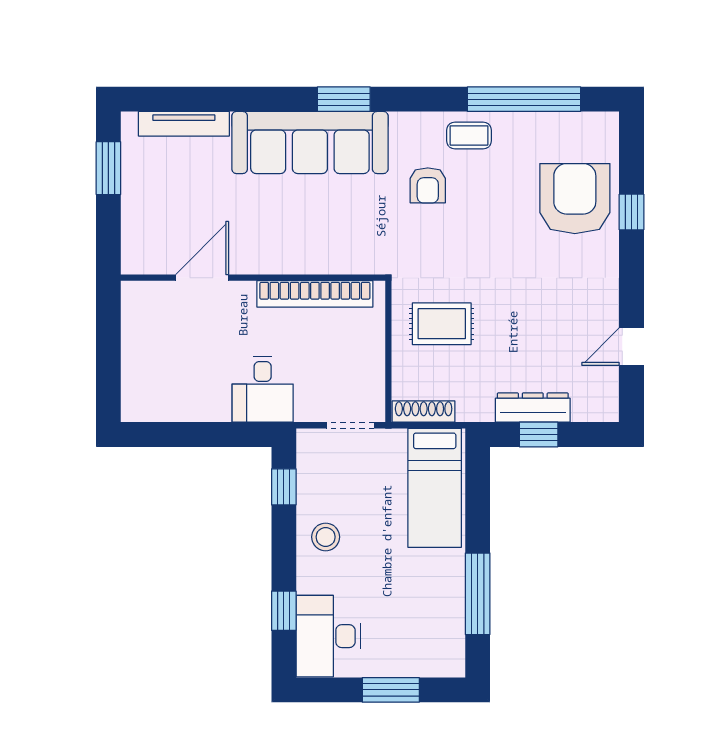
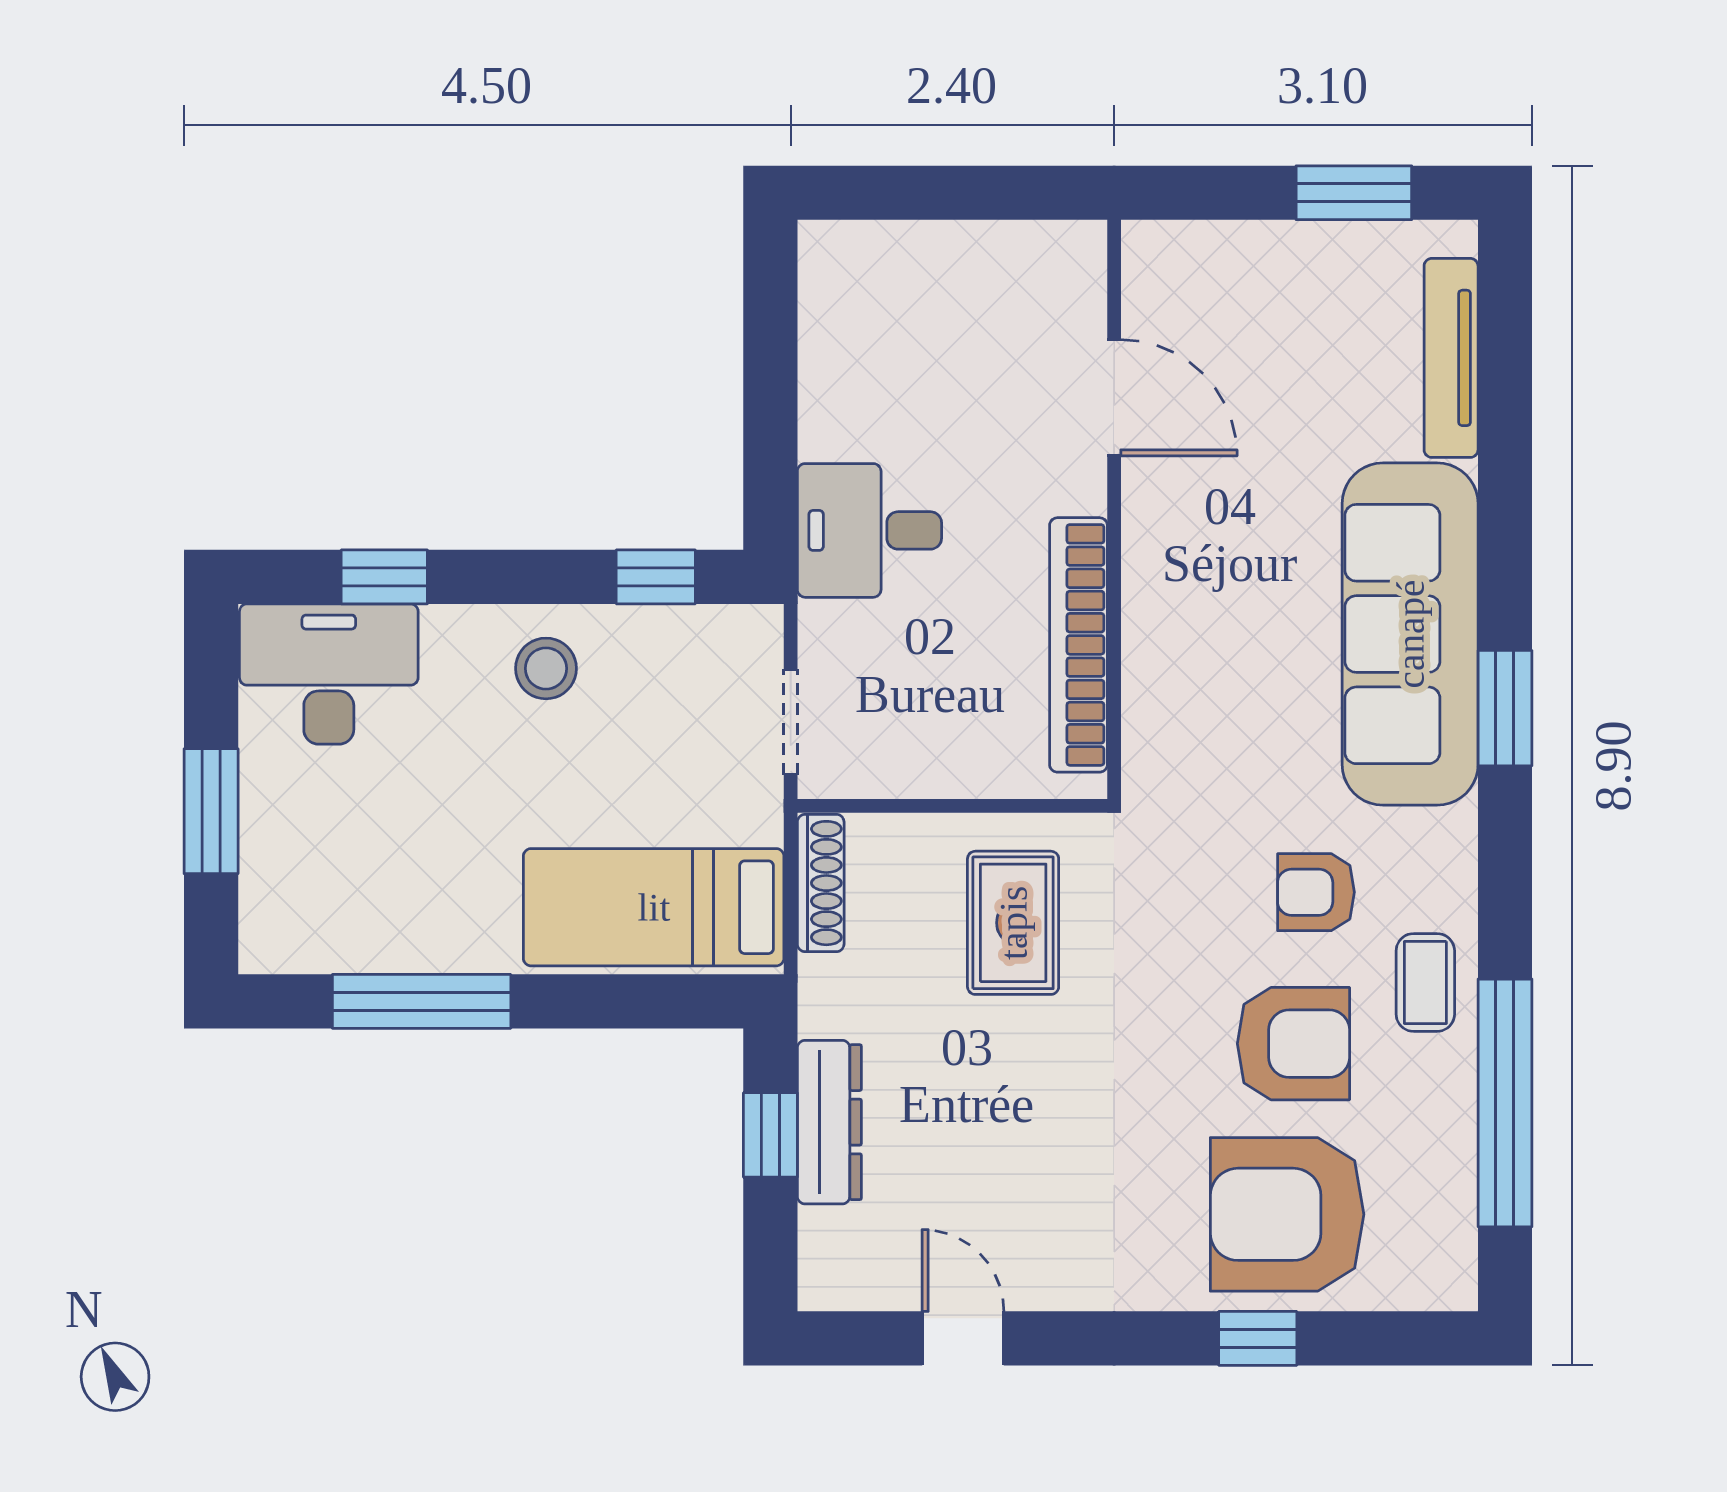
armchair: (497, 196) -> (1293, 1044), added
armchair: (575, 199) -> (1287, 1214), turned 180

